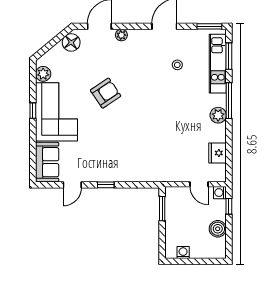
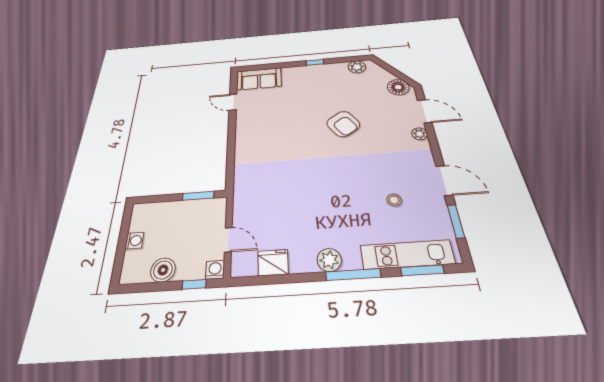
window: (209, 26) -> (456, 221), moved
corner sofa: (57, 112) -> (316, 82), removed
door: (199, 184) -> (228, 240), swing flipped
window: (106, 185) -> (232, 133), removed
washing machine: (183, 253) -> (134, 241), moved

